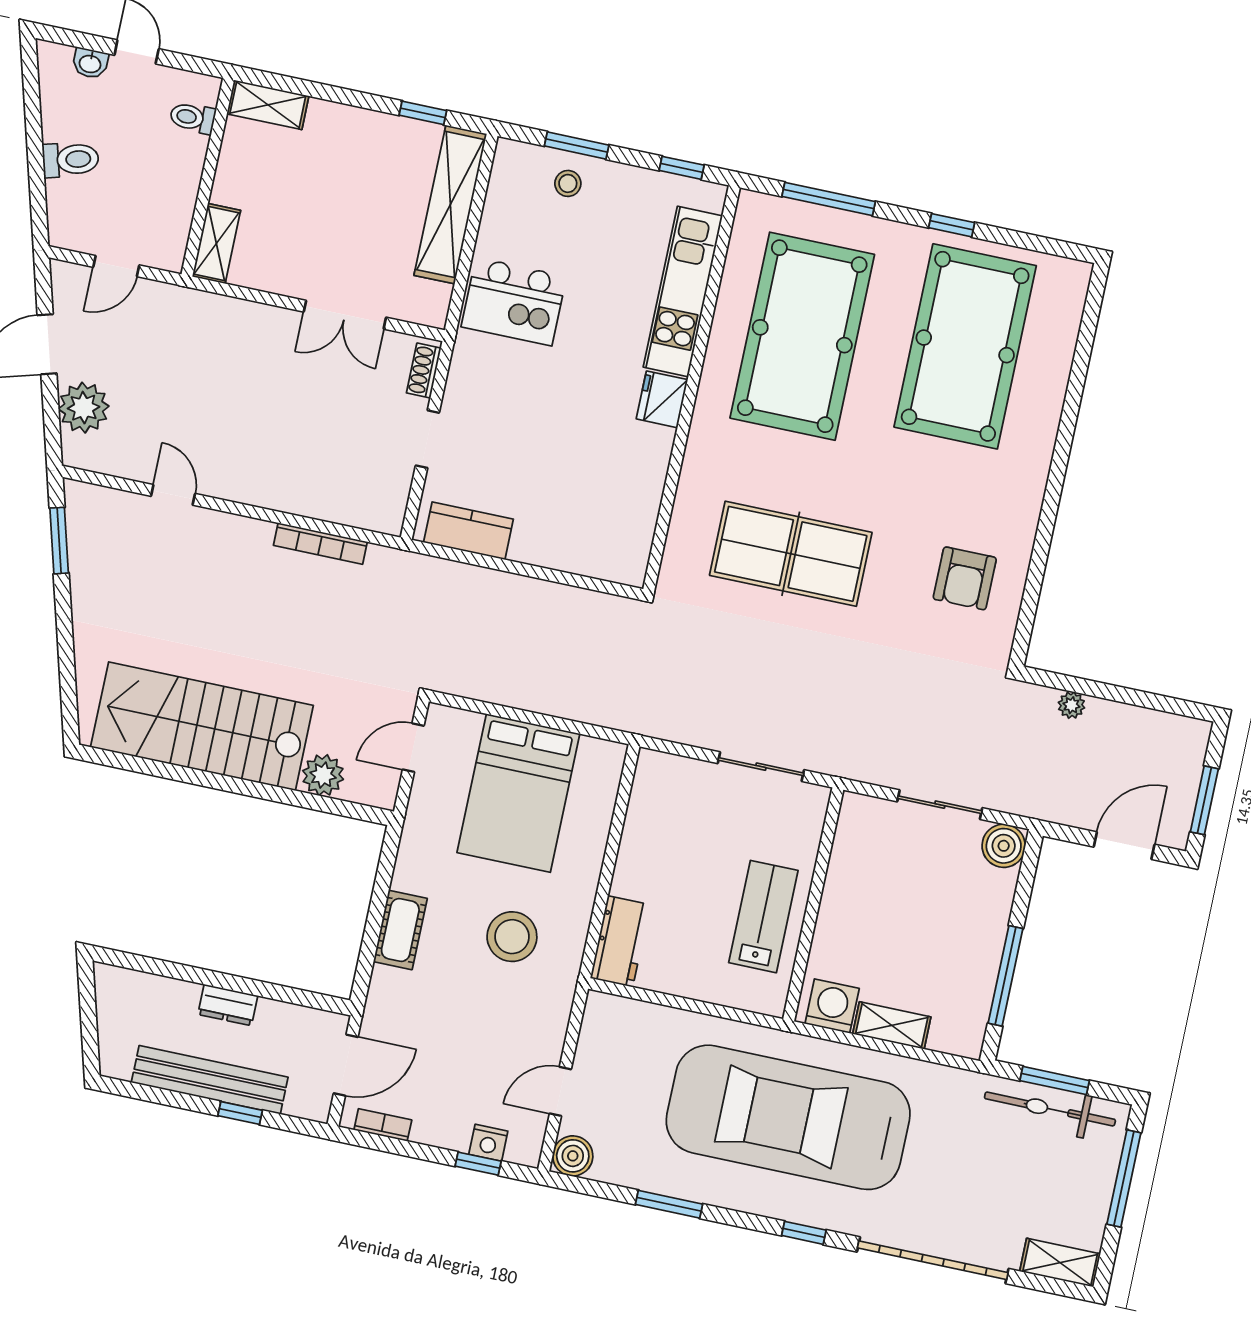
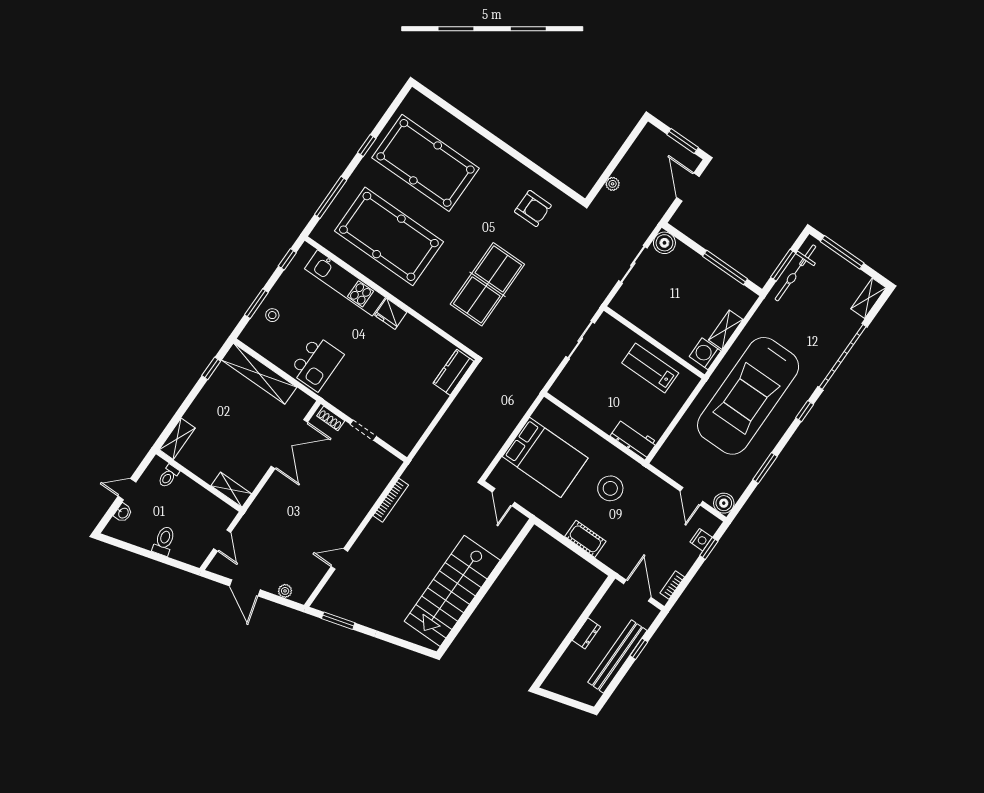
double door: (345, 315) -> (289, 444), width x1.37
plant: (84, 408) -> (285, 591), width x0.53, depth x0.53
kitchen counter: (468, 531) -> (453, 372), moved
plant: (323, 775) -> (498, 544), removed

